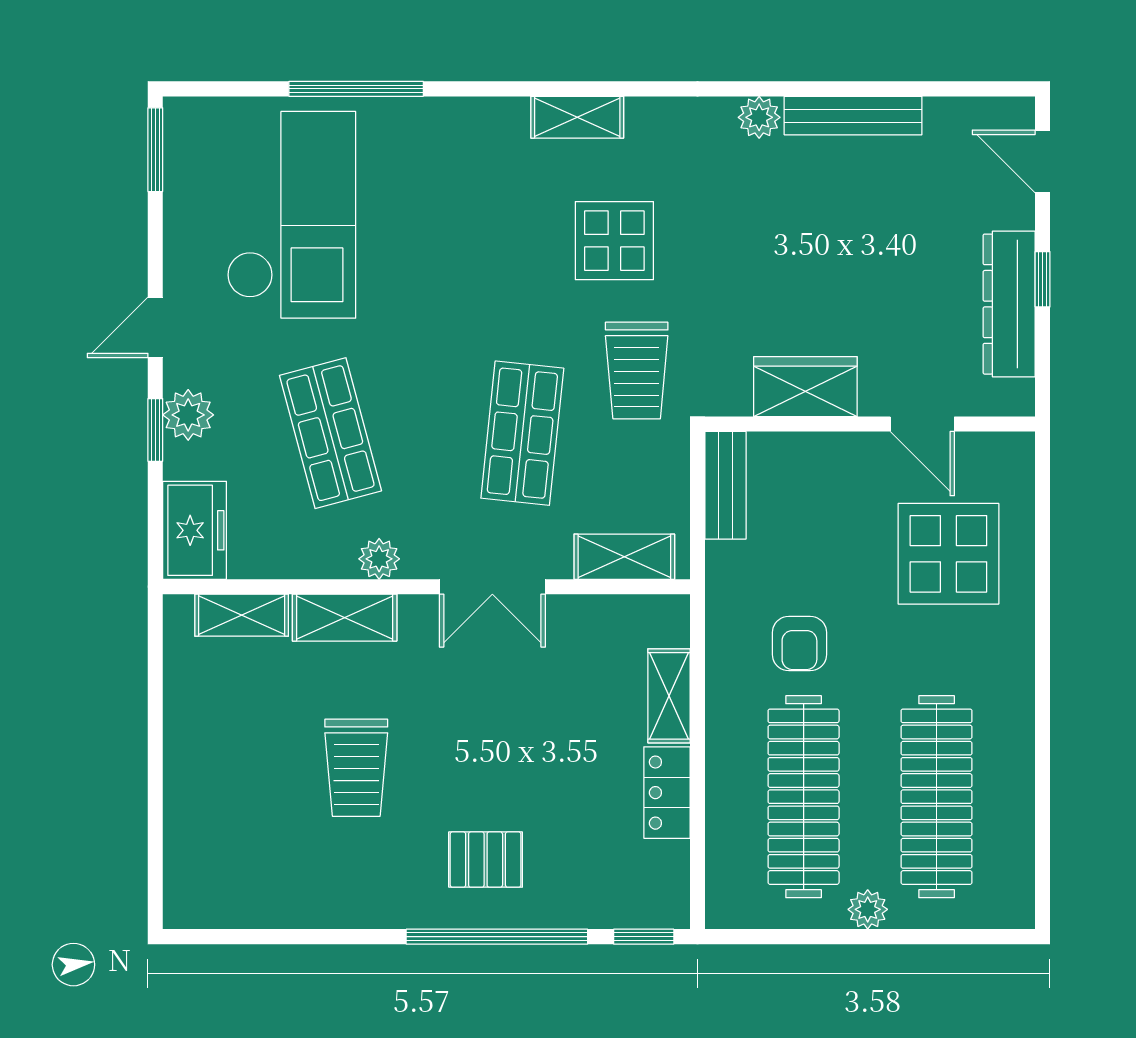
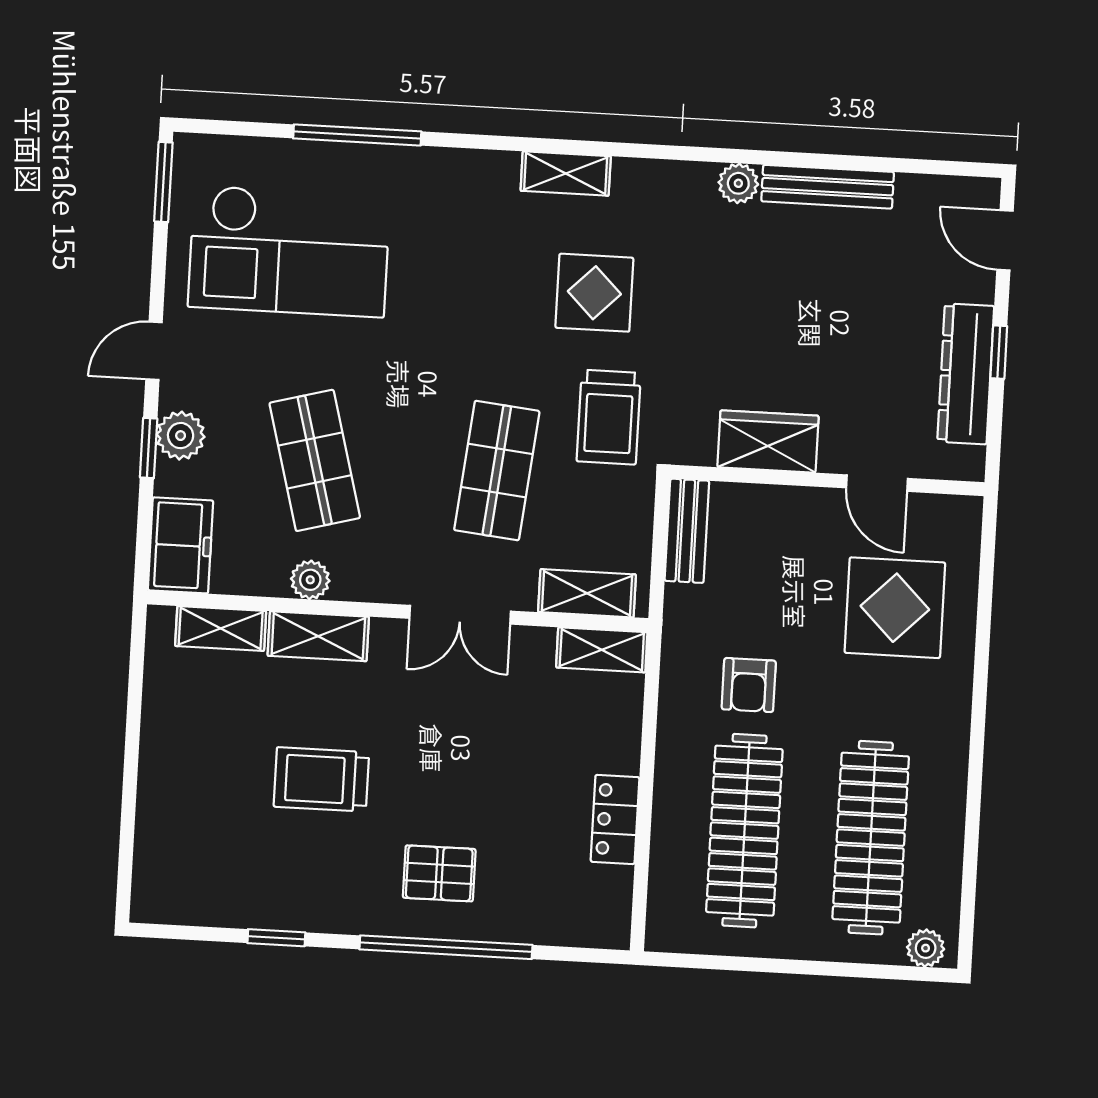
checkout: (291, 215) -> (289, 251), turned 90
plant: (379, 559) -> (310, 580), moved
shelving: (669, 696) -> (602, 650), moved, turned 90
trolley: (356, 768) -> (321, 779), turned 90
plant: (868, 909) -> (926, 948), moved
window: (644, 937) -> (276, 938), moved

